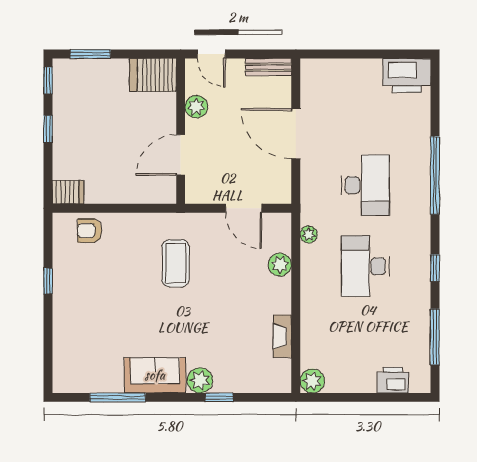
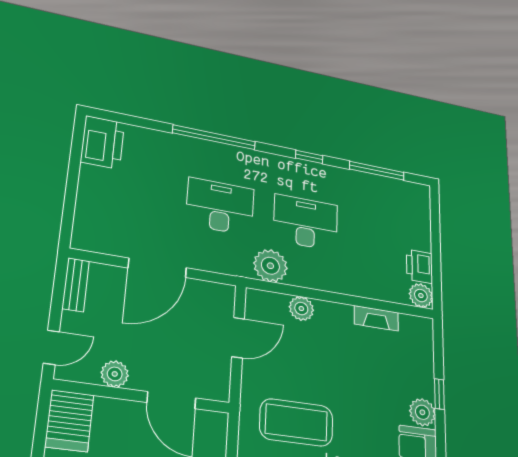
plant: (309, 234) -> (270, 266), width x1.87, depth x1.87
coffee table: (176, 263) -> (296, 422), width x1.36, depth x1.32
desk: (365, 266) -> (306, 222), turned 180
printer: (393, 380) -> (420, 266), moved

